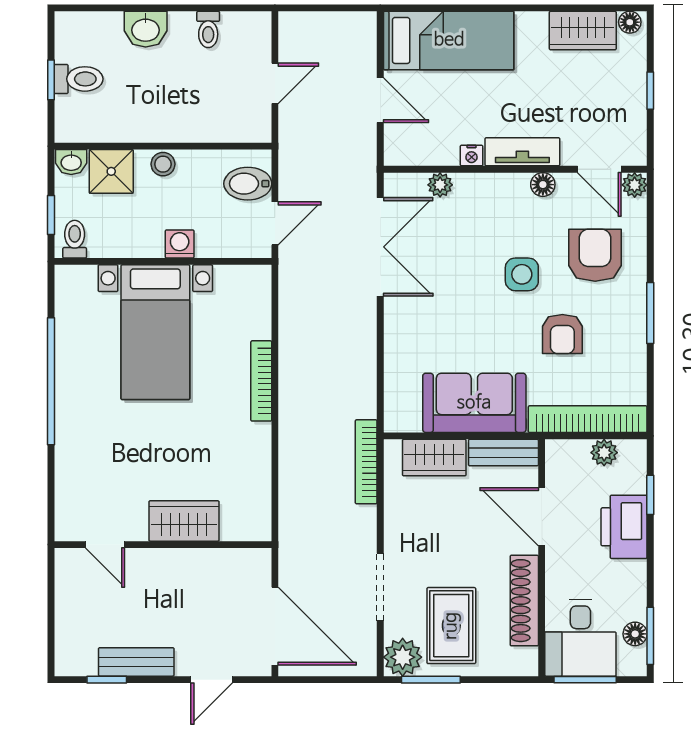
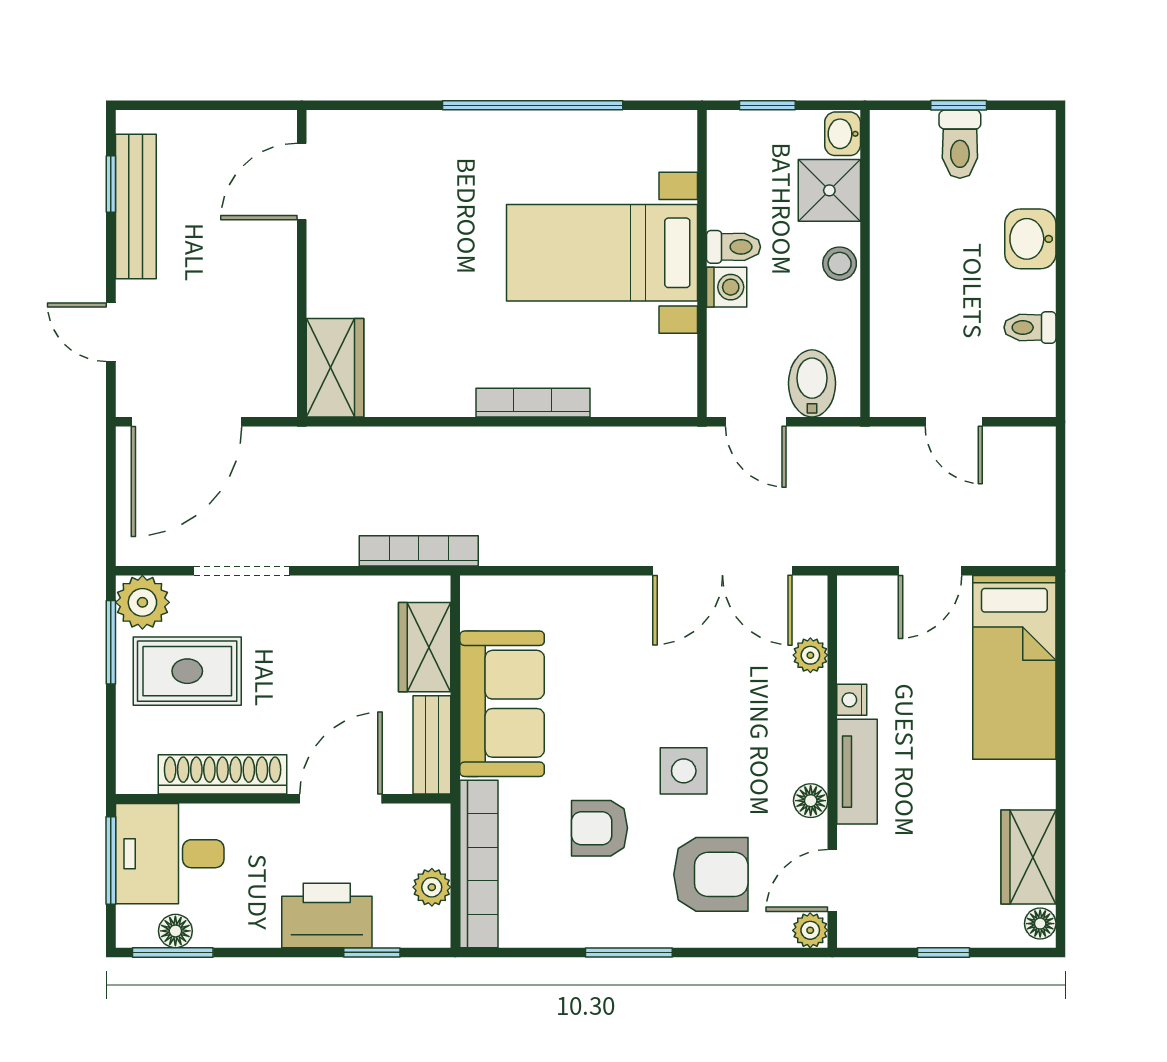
toilet: (75, 239) -> (734, 247), moved
wardrobe: (184, 521) -> (335, 368), moved
door: (105, 545) -> (302, 182), width x1.37
bench: (136, 662) -> (136, 206), width x1.36

